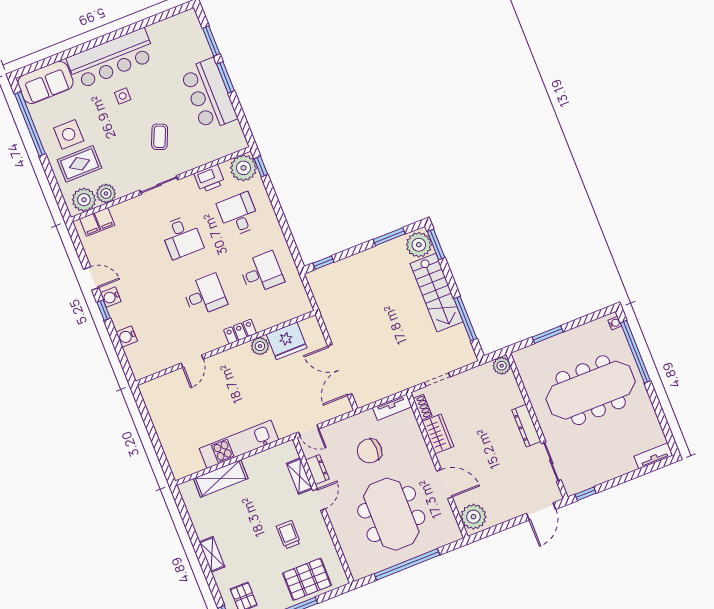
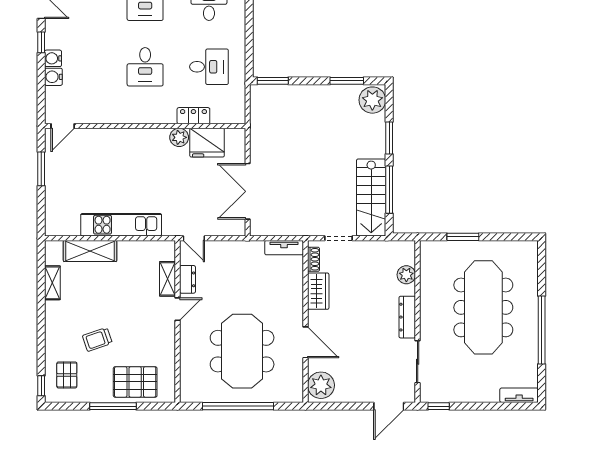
window: (436, 245) -> (389, 138), moved
window: (323, 263) -> (273, 81), width x1.50
stairs: (436, 293) -> (371, 197), moved
desk: (205, 295) -> (145, 67), turned 90
water cooler: (111, 297) -> (53, 58), moved
water cooler: (615, 323) -> (533, 252), removed
locker: (240, 332) -> (193, 116), moved
window: (635, 352) -> (542, 330), moved
door: (192, 361) -> (63, 126), moved
plant: (502, 366) -> (406, 275), moved
meeting table: (591, 390) -> (483, 307), turned 90
window: (148, 423) -> (41, 169), added
chair: (370, 451) -> (245, 281), removed
trolley: (288, 535) -> (97, 339), moved, turned -109
shelving: (212, 554) -> (52, 283), moved

